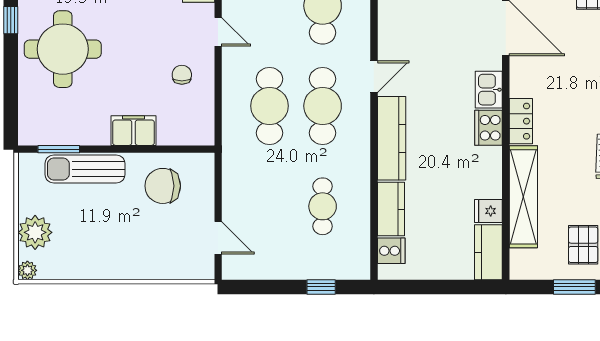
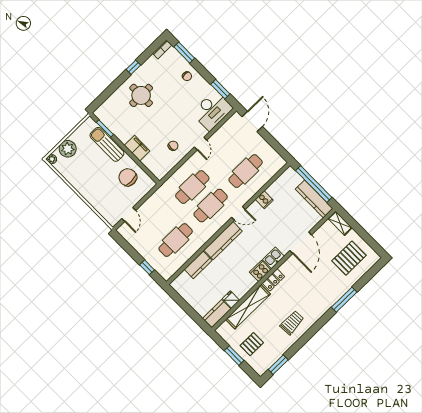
round table: (63, 49) -> (141, 95), width x0.73, depth x0.73
cafe table: (323, 206) -> (176, 240), width x1.37, depth x1.35
cooker: (391, 251) -> (264, 200), moved

